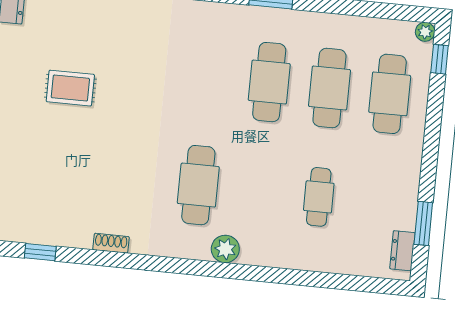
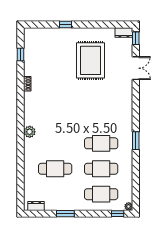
rug: (70, 88) -> (90, 60), width x1.86, depth x2.06
cafe table: (198, 185) -> (55, 118), removed
cafe table: (319, 197) -> (55, 169), width x1.37, depth x1.35
window: (423, 223) -> (65, 214), moved

